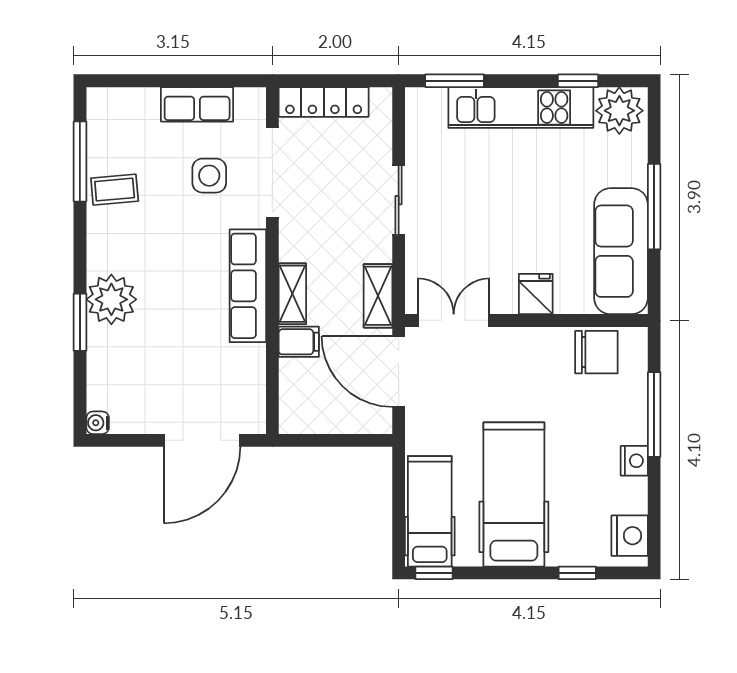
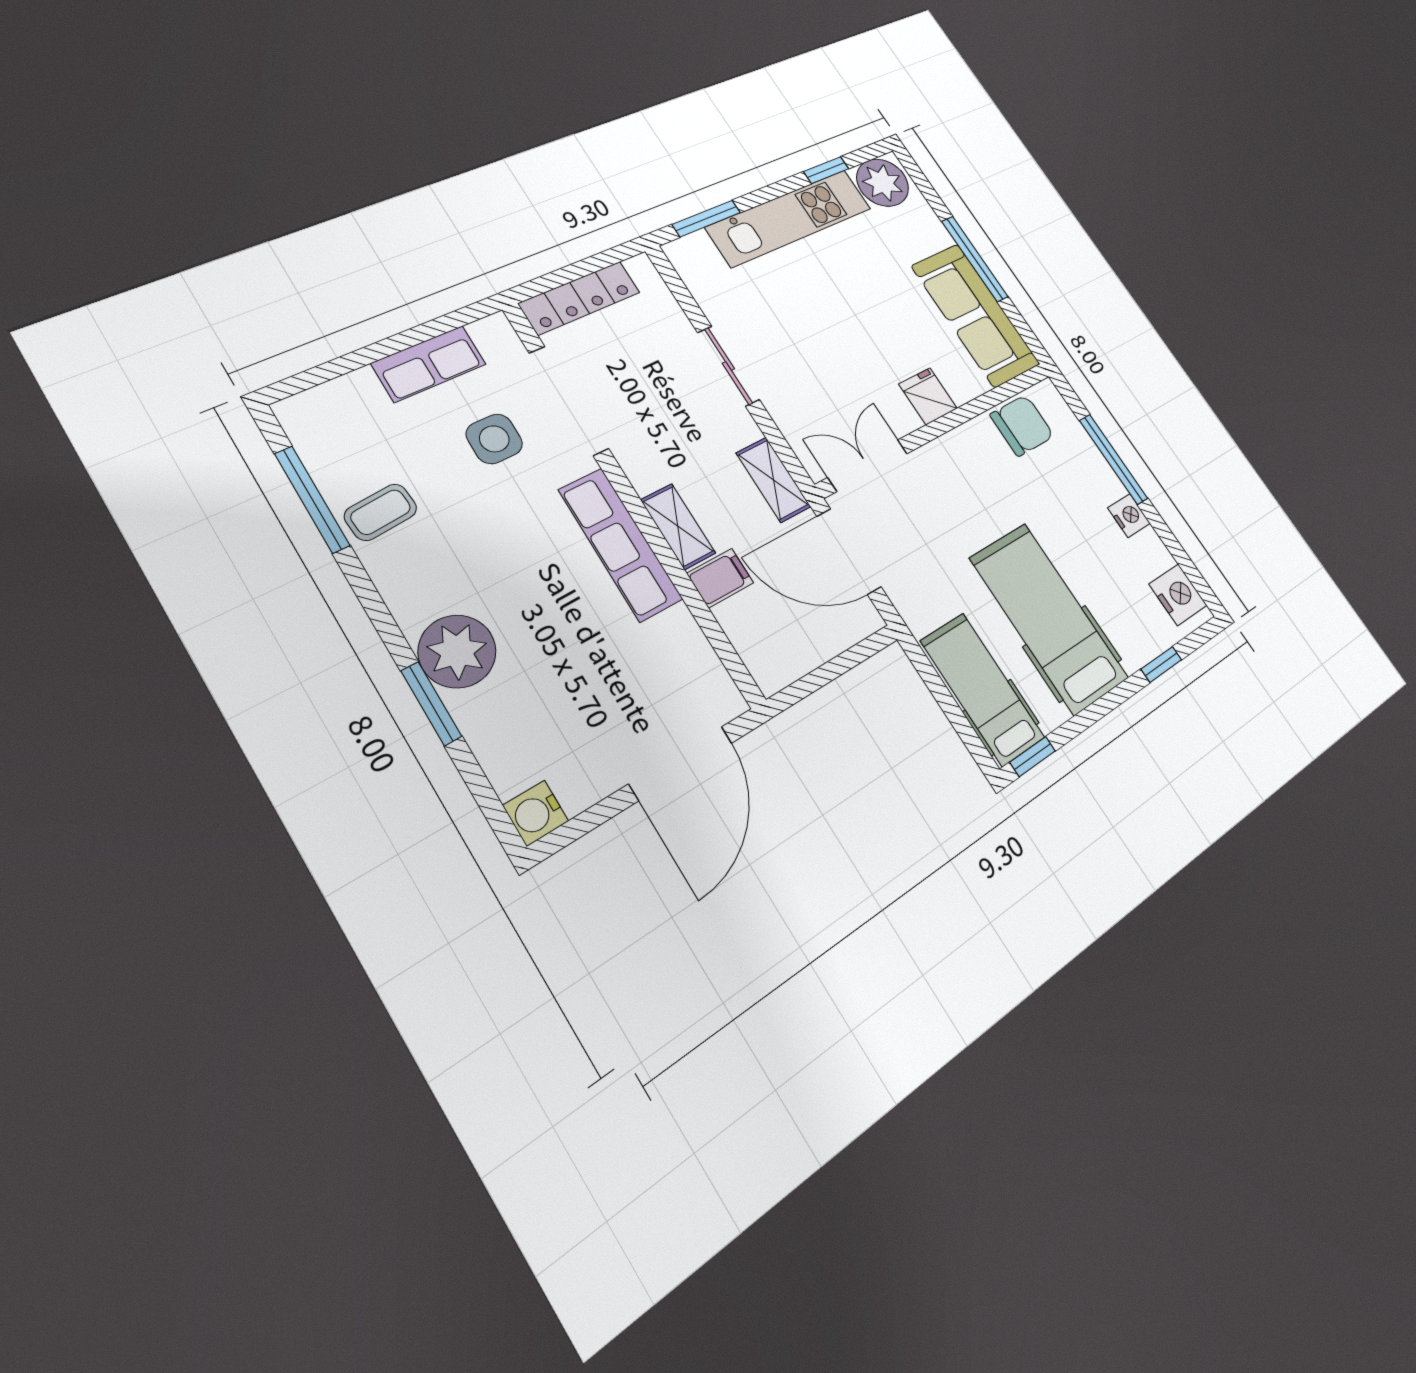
water cooler: (98, 423) -> (536, 813), width x1.38, depth x1.38

